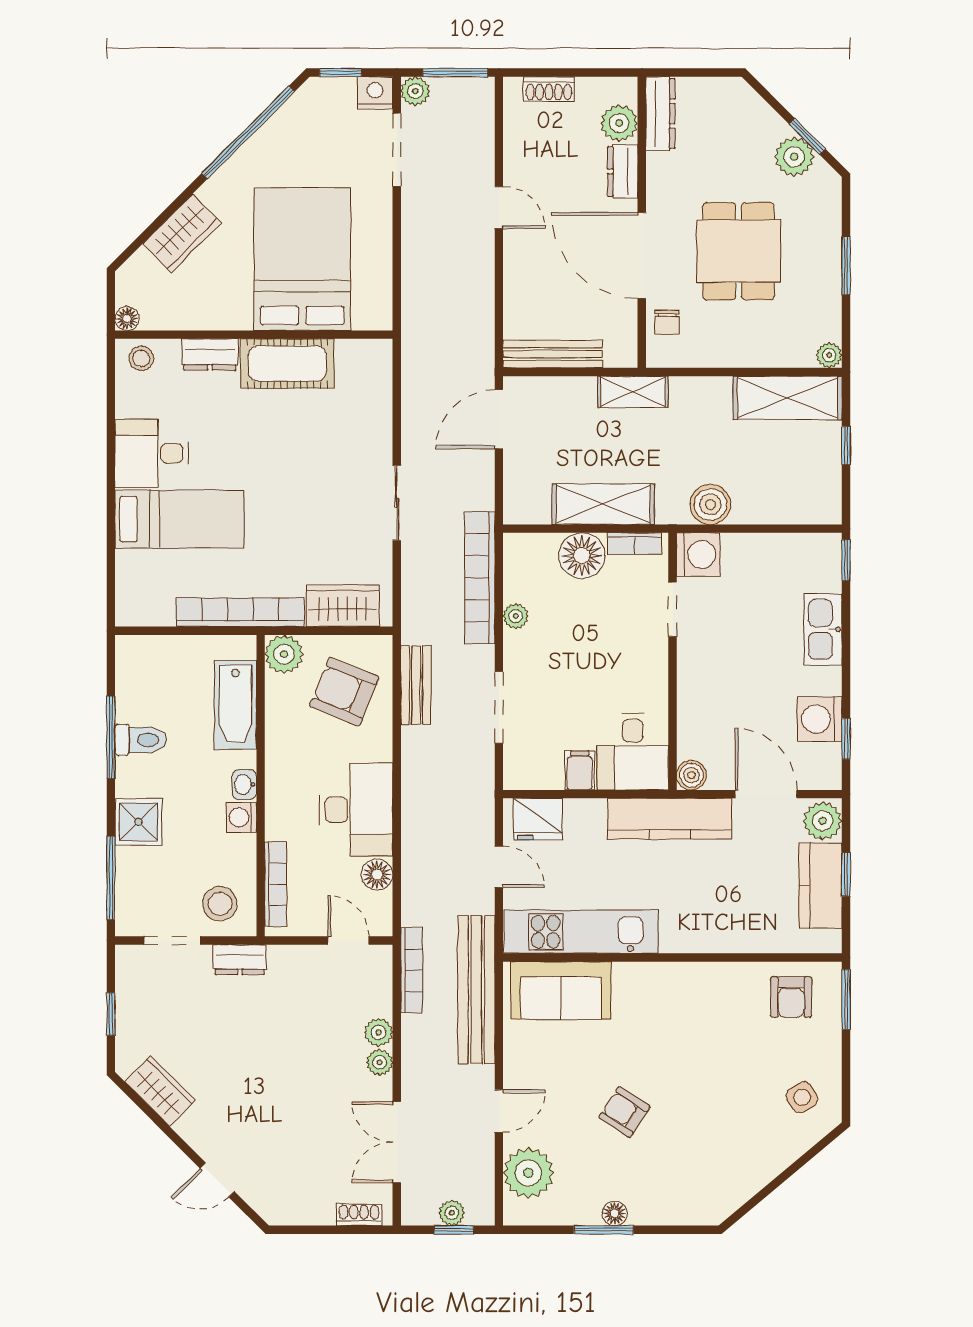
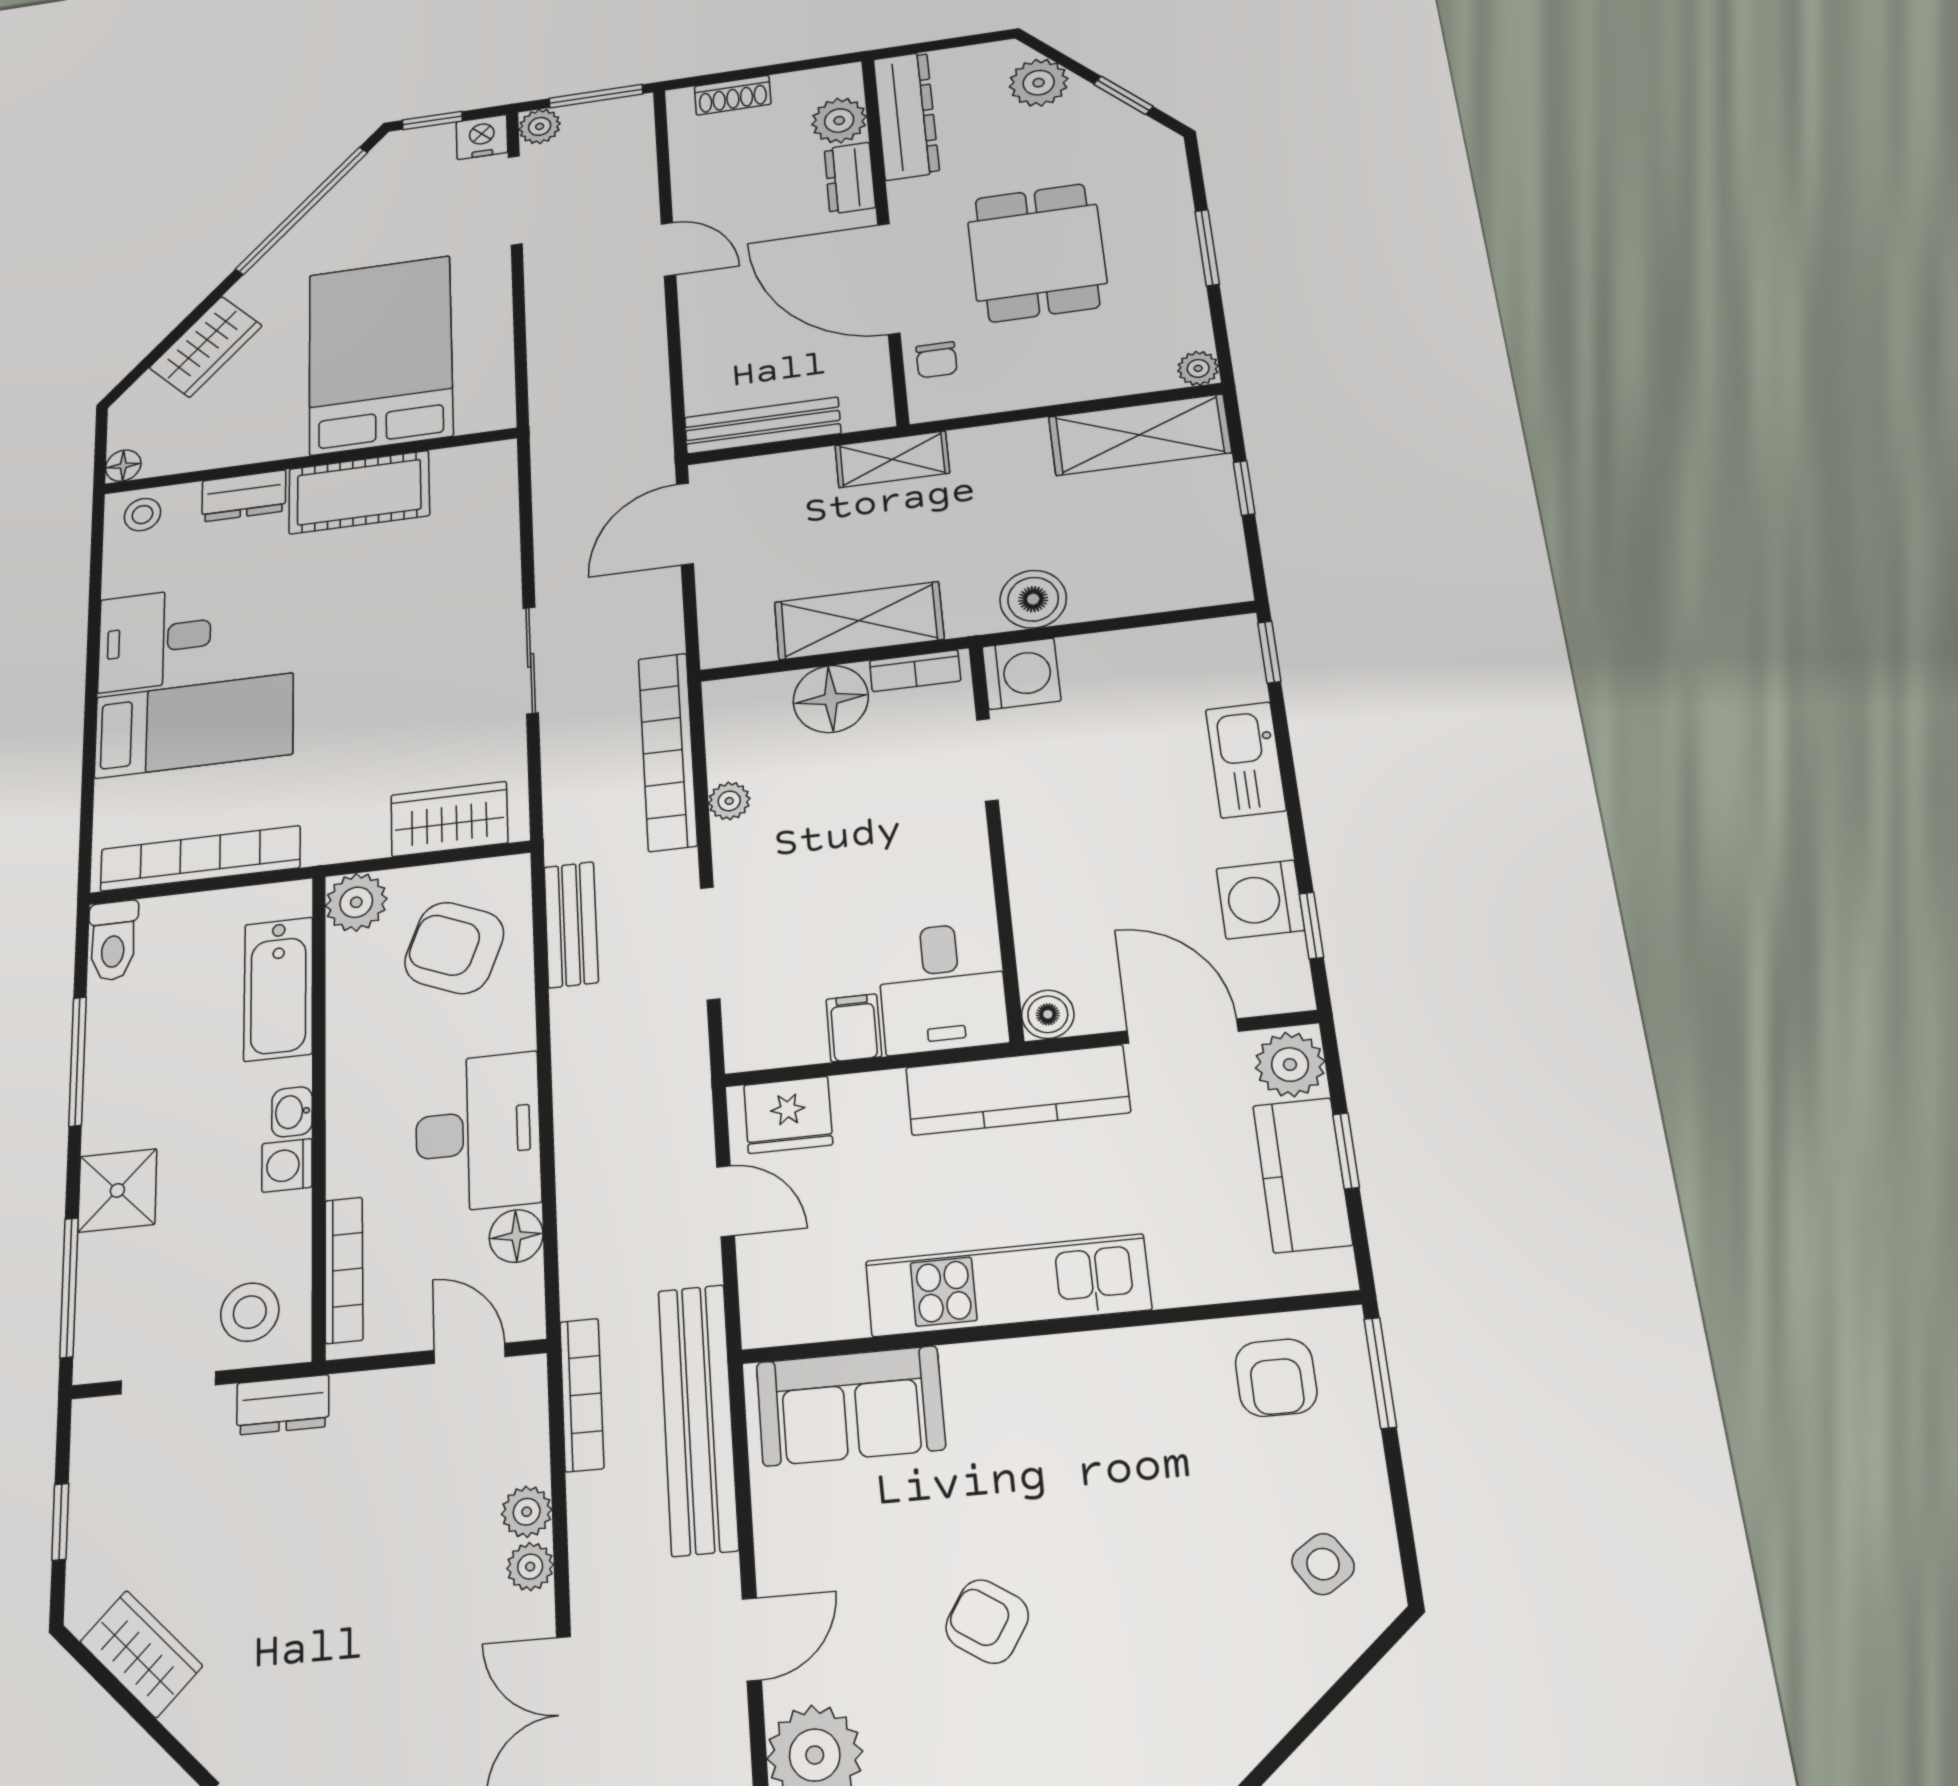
dresser: (660, 114) -> (906, 116), width x1.37, depth x1.24
plant: (794, 157) -> (1039, 83), moved
bookcase: (240, 612) -> (200, 858), moved
toilet: (141, 740) -> (113, 941), moved, turned 90
kitchen unit: (581, 932) -> (1008, 1285), moved

